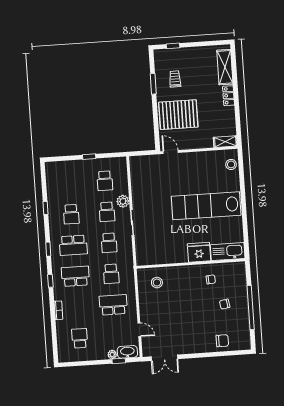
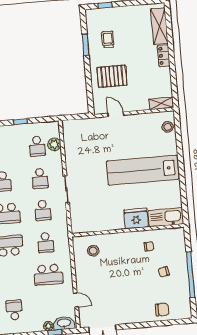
pallet: (178, 115) -> (112, 76), width x0.73, depth x0.71
door: (171, 152) -> (116, 114), moved
plant: (123, 201) -> (54, 144), moved
school desk: (113, 305) -> (48, 275), turned 180

